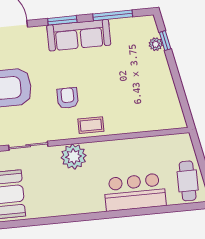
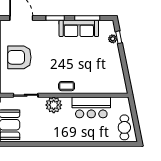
sofa: (79, 35) -> (79, 28), moved
armchair: (68, 98) -> (54, 67), removed
bar counter: (135, 192) -> (91, 107), moved, turned 180

